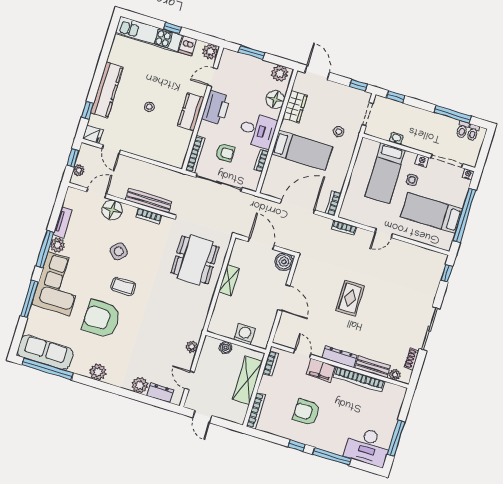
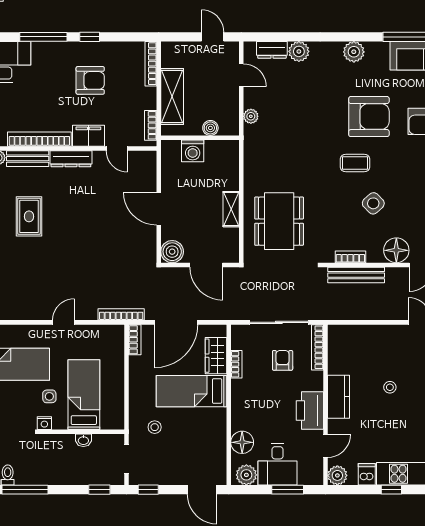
wardrobe: (295, 107) -> (216, 356), moved
desk: (258, 130) -> (277, 464), moved, turned -90
armchair: (225, 153) -> (283, 360), turned 90
bookcase: (344, 228) -> (121, 314), width x1.56
rug: (350, 298) -> (29, 216), moved

